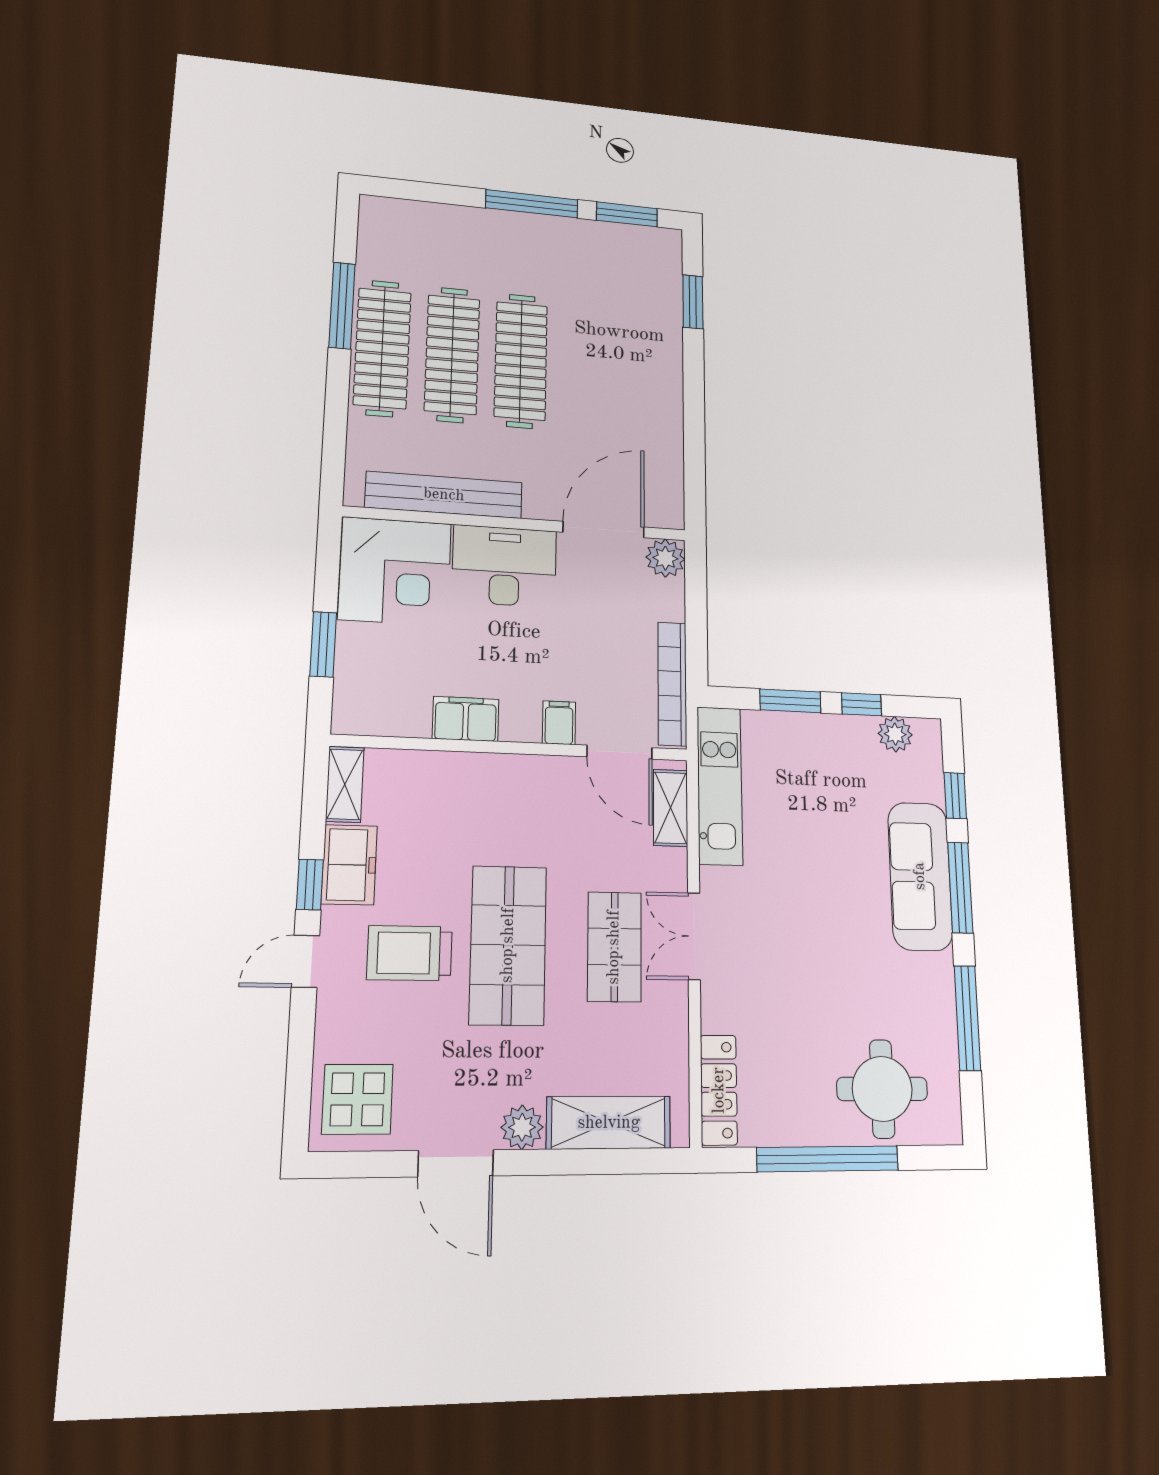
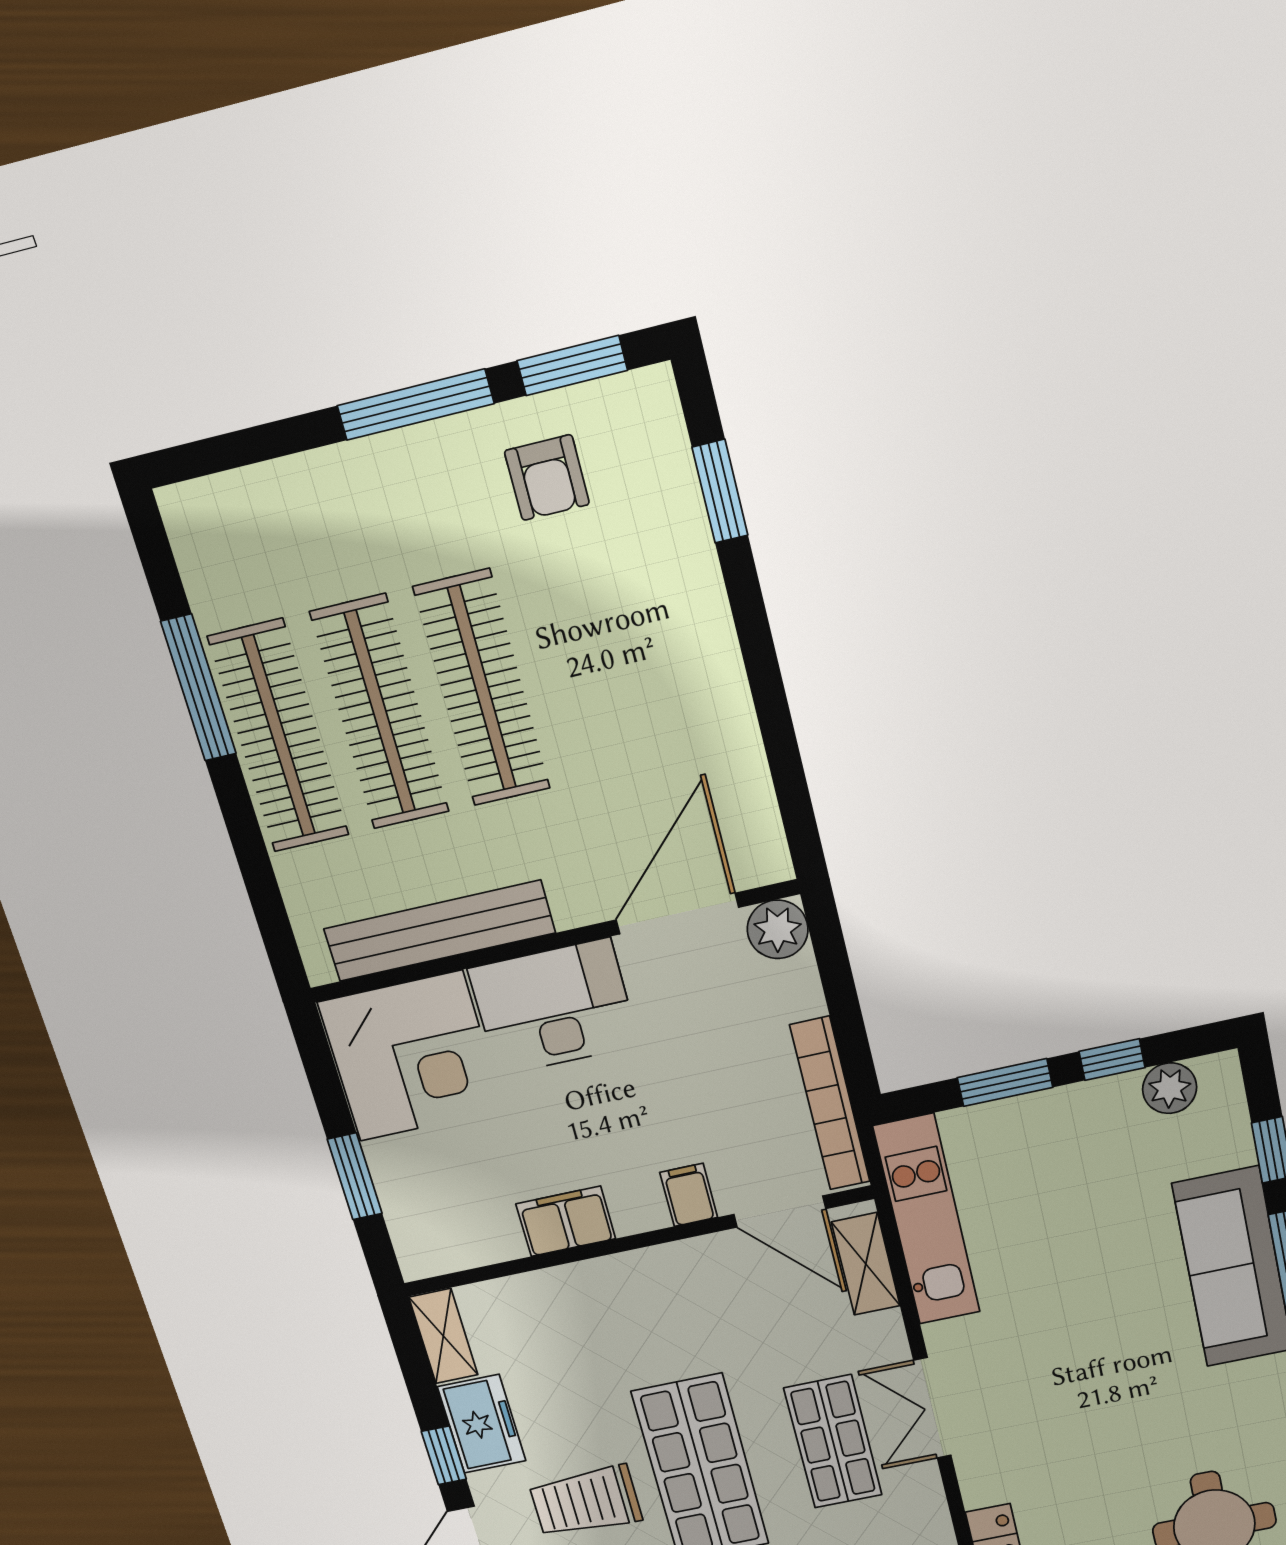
armchair: (596, 263) -> (547, 478), added

